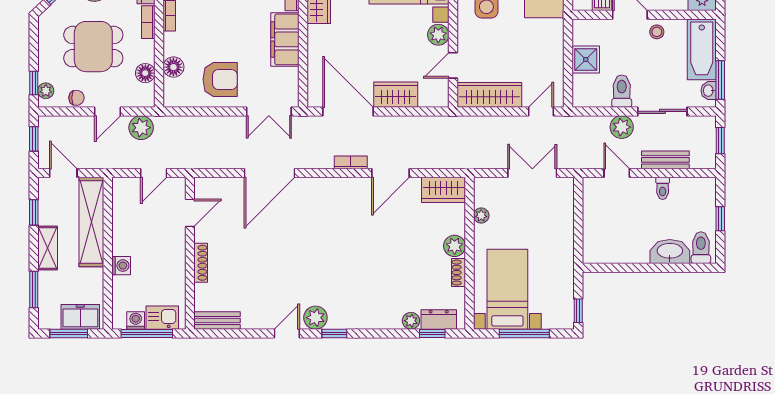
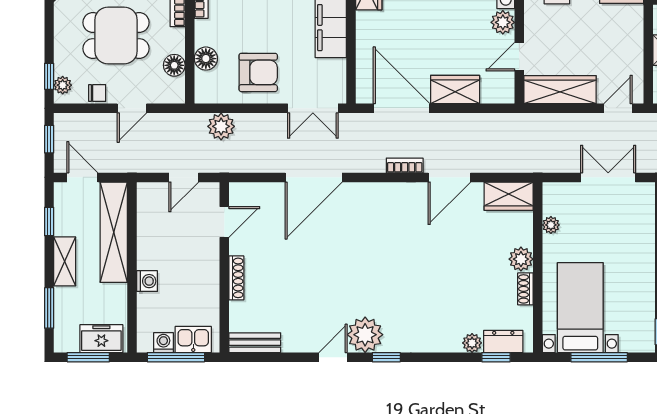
plant: (141, 128) -> (221, 126), moved
plant: (315, 318) -> (365, 335), width x1.36, depth x1.36

